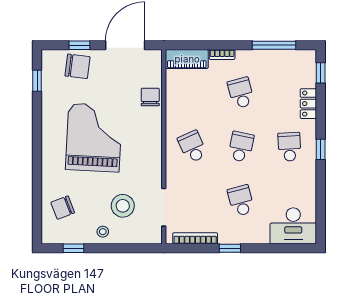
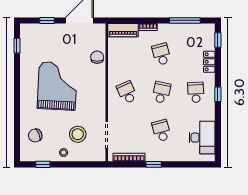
chair: (77, 66) -> (46, 35), removed
desk: (293, 226) -> (202, 138), moved, turned -90

